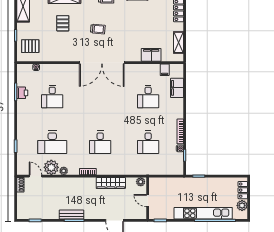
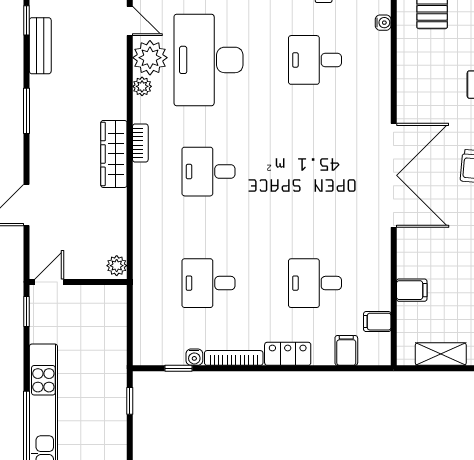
filing cabinet: (151, 55) -> (412, 290), width x0.50
double door: (102, 63) -> (394, 175), swing flipped
filing cabinet: (177, 88) -> (346, 350), width x0.50
locker: (179, 108) -> (288, 354), added
desk: (52, 142) -> (209, 60), width x1.36, depth x1.30
door: (35, 176) -> (130, 21), hinge flipped
wardrobe: (111, 183) -> (114, 154), moved
door: (148, 201) -> (49, 282), moved
bench: (72, 215) -> (40, 46), moved

